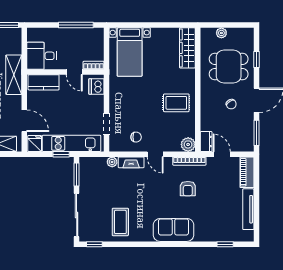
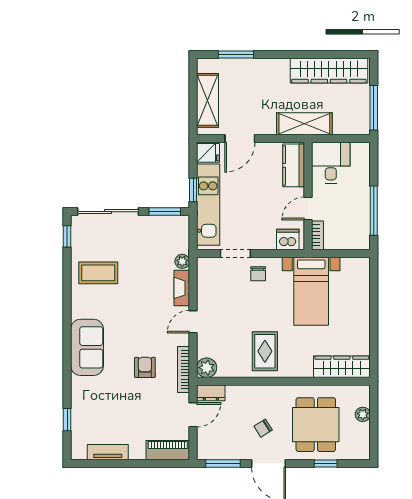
bed with nightstands: (130, 52) -> (311, 291), moved, turned -90
chair: (136, 137) -> (258, 274), moved
armchair: (188, 189) -> (145, 367), turned 90
tv unit: (248, 209) -> (108, 452), width x0.71

